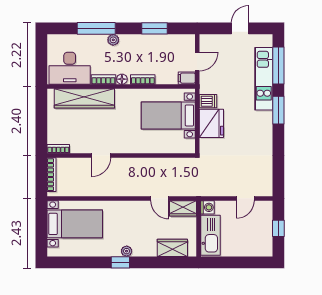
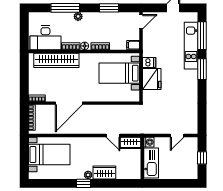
door: (197, 61) -> (141, 22), moved
door: (101, 155) -> (69, 103), width x1.88
wardrobe: (172, 248) -> (104, 172), moved

